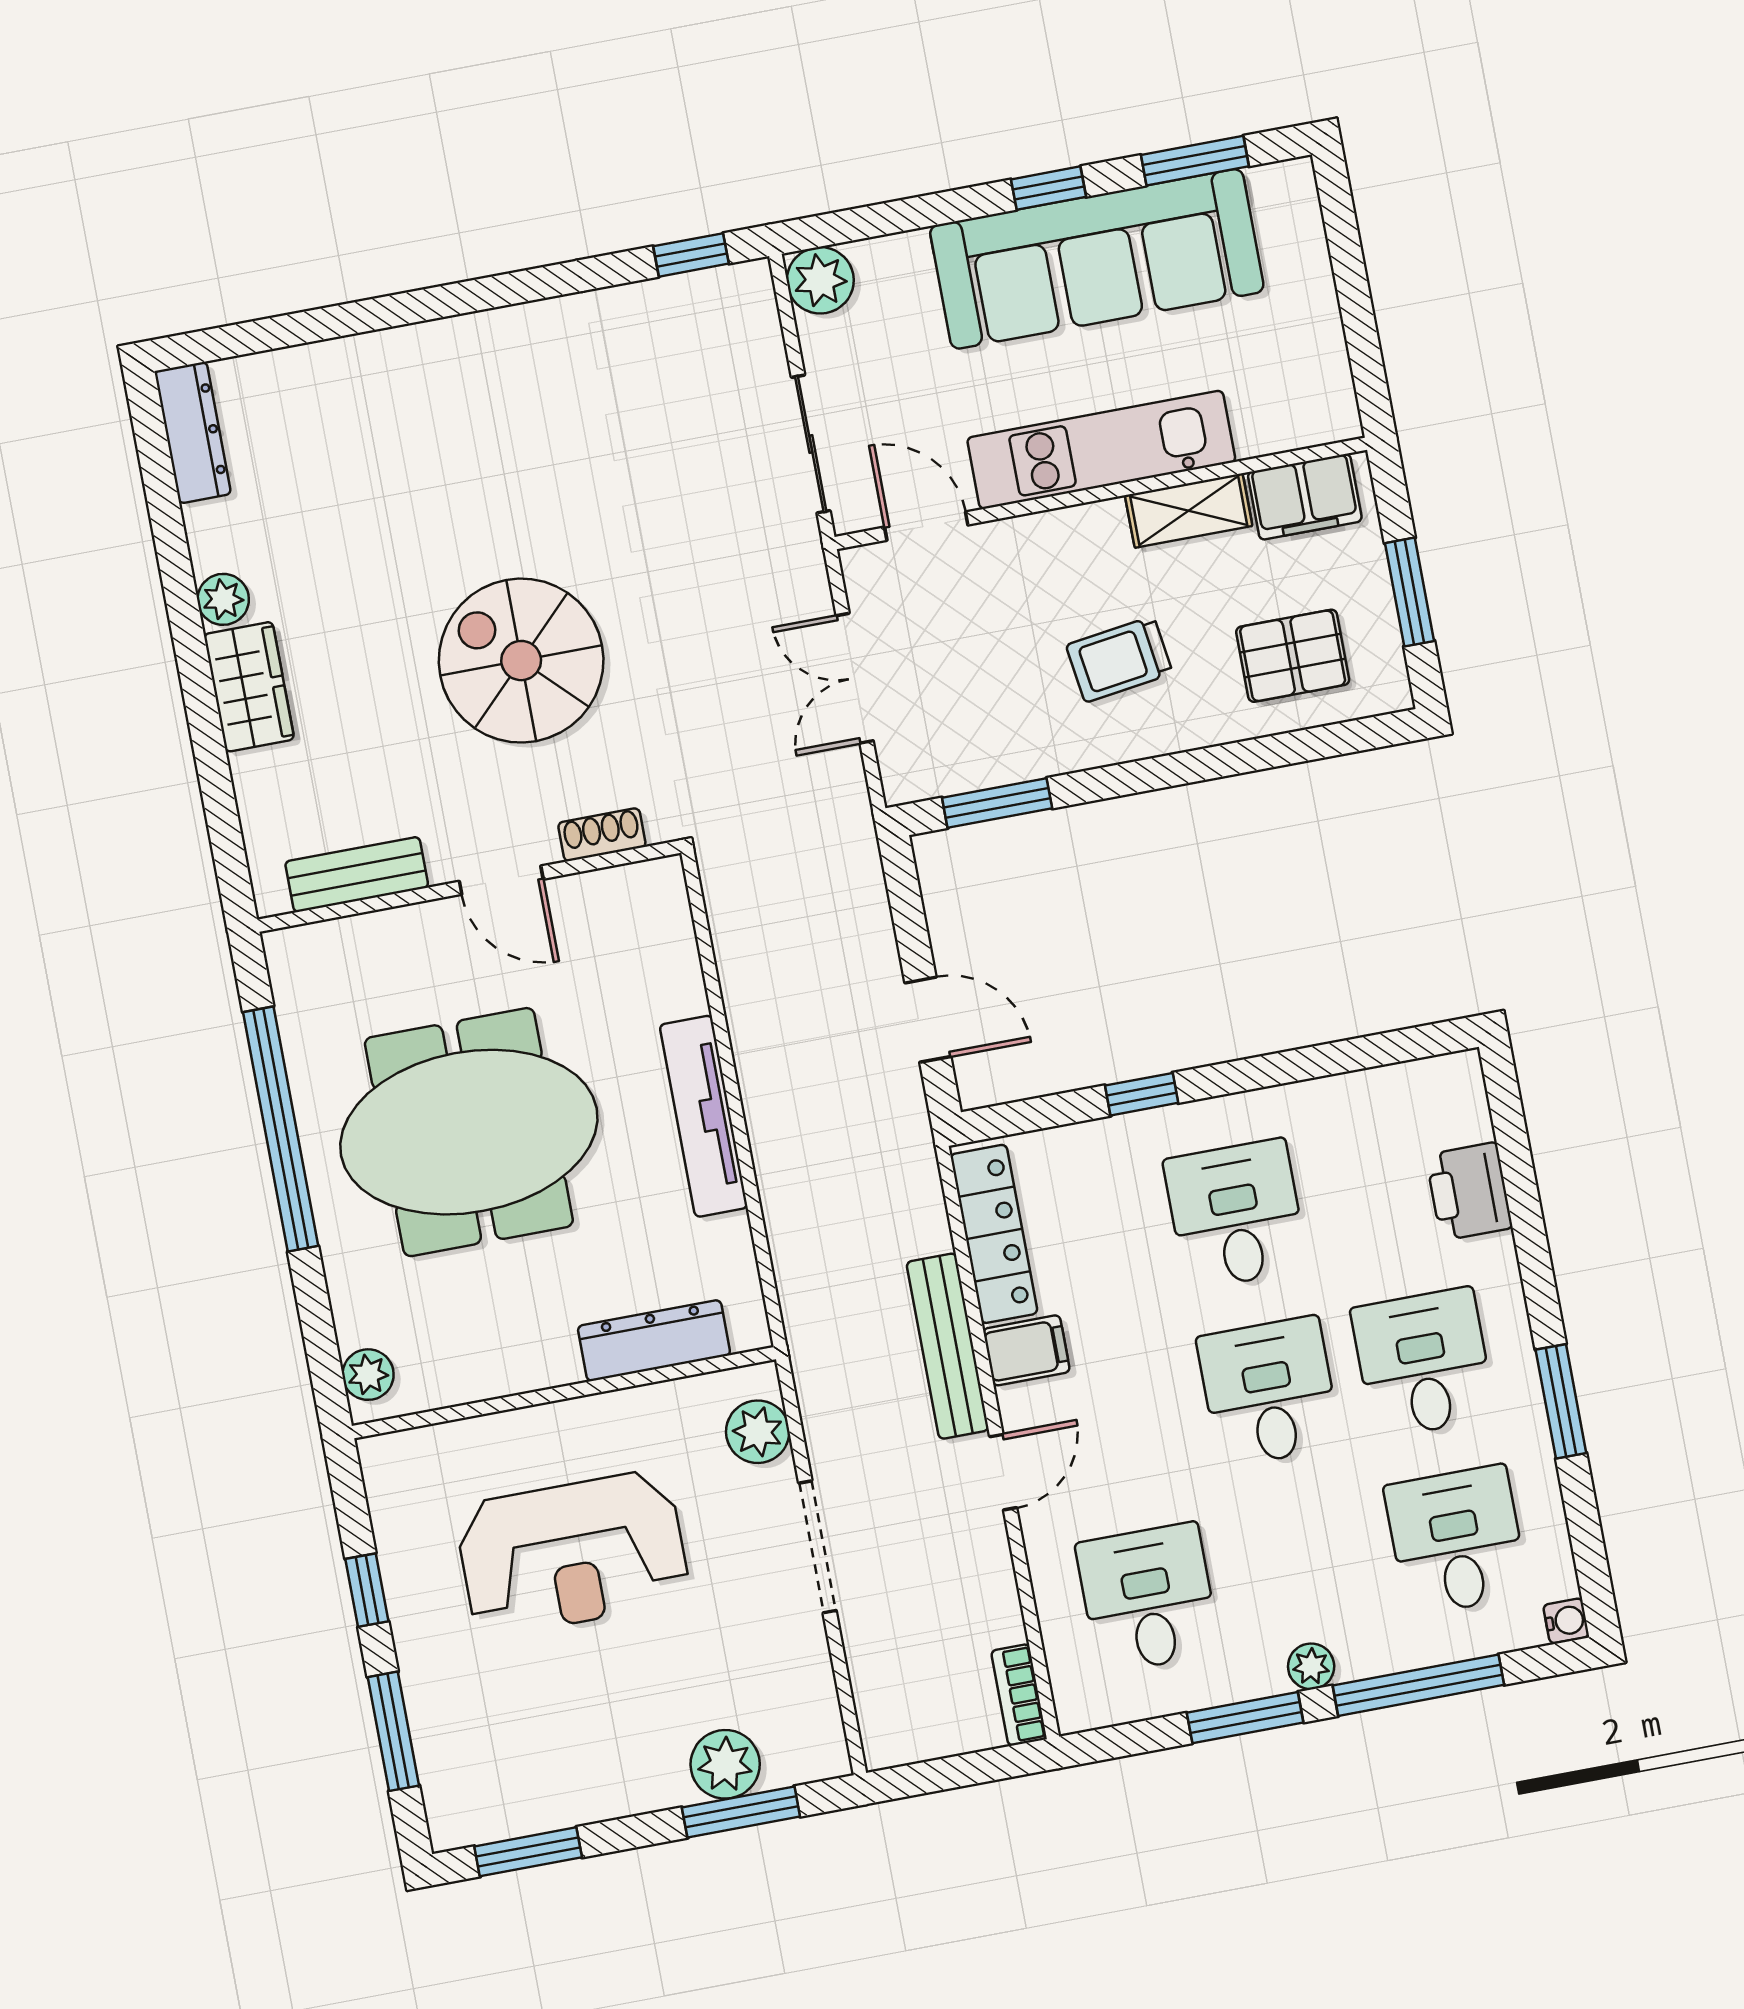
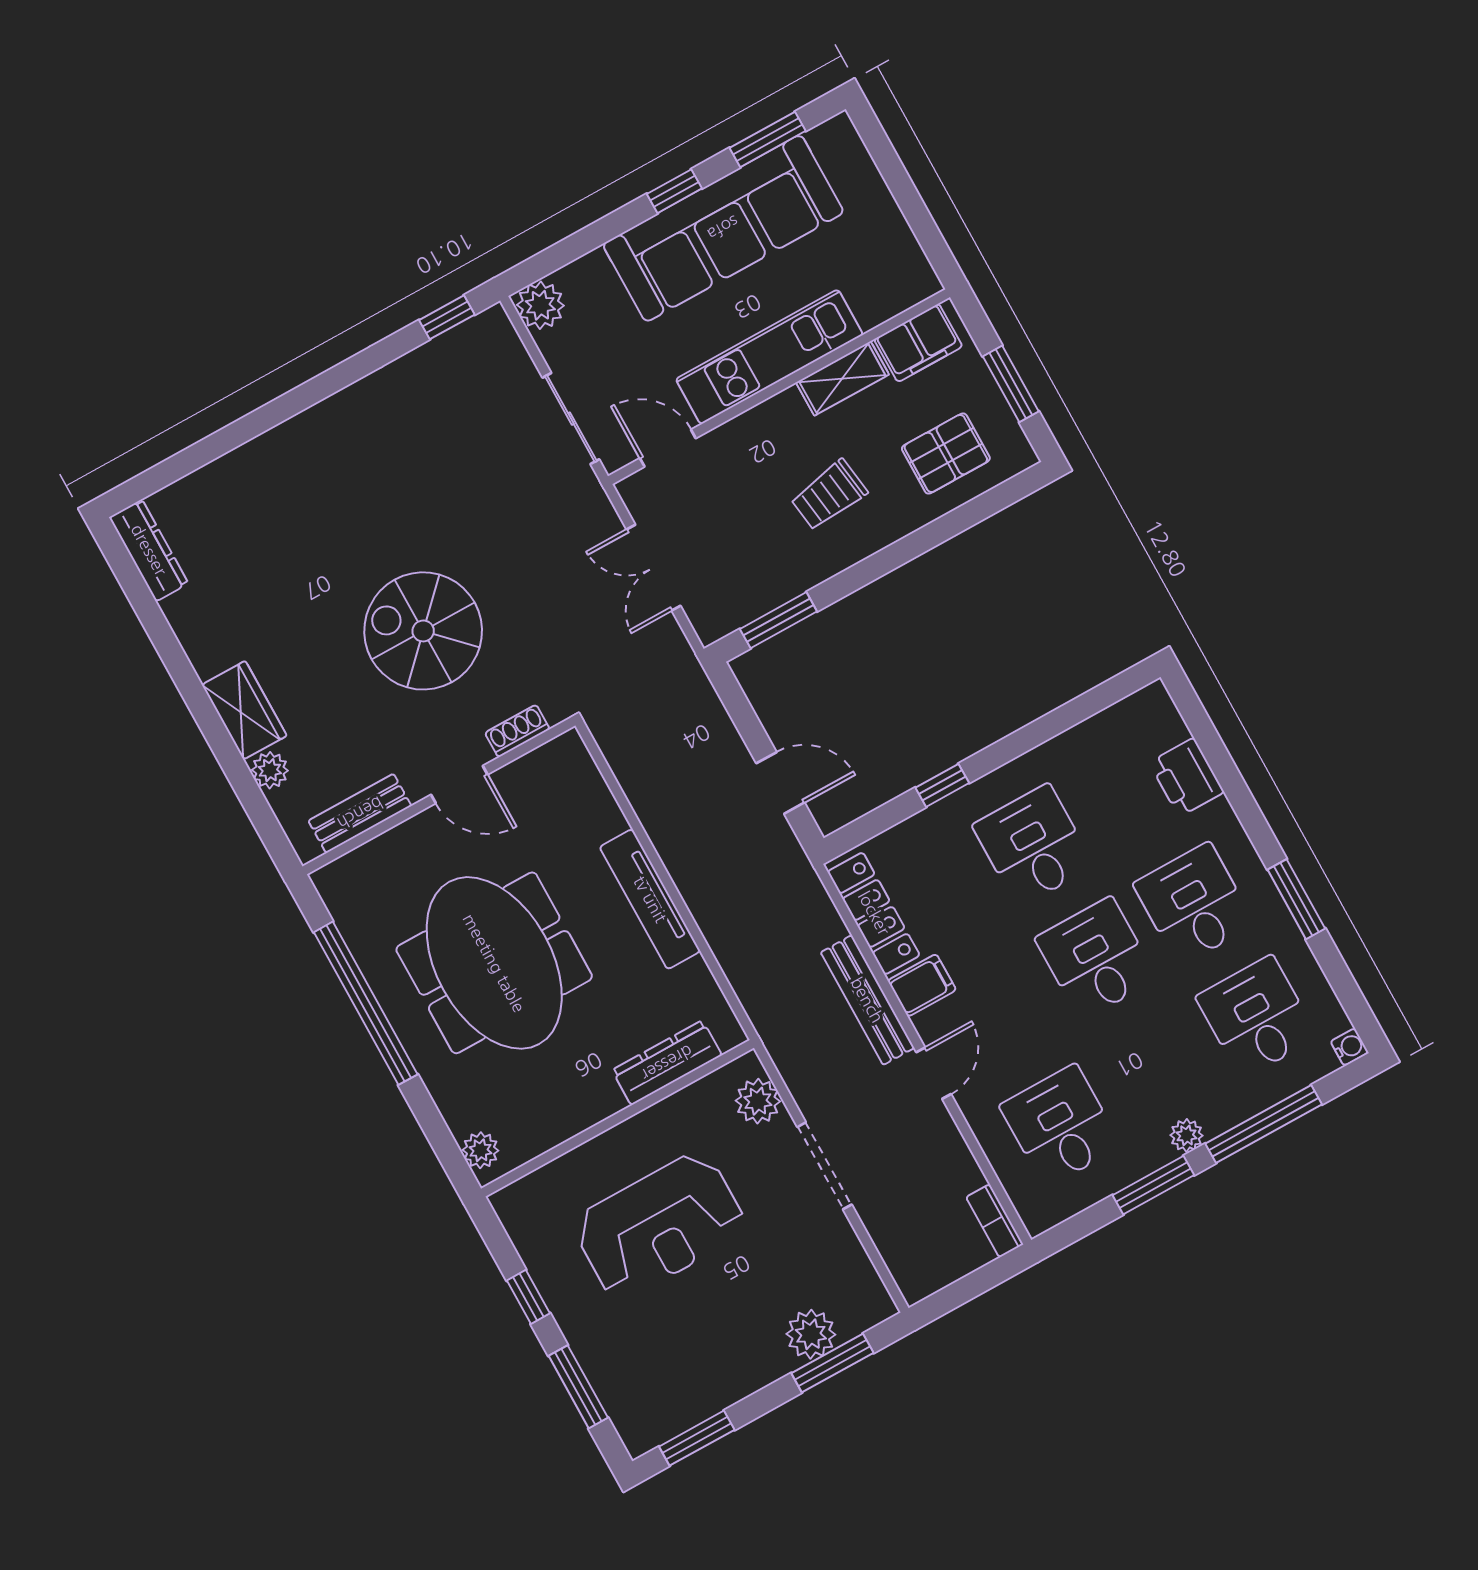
plant: (223, 599) -> (270, 770), moved
meeting table: (469, 1132) -> (494, 963), turned 90

